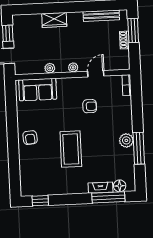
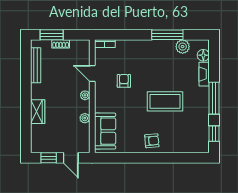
plant: (126, 140) -> (183, 47), moved
window: (108, 197) -> (214, 98), moved

